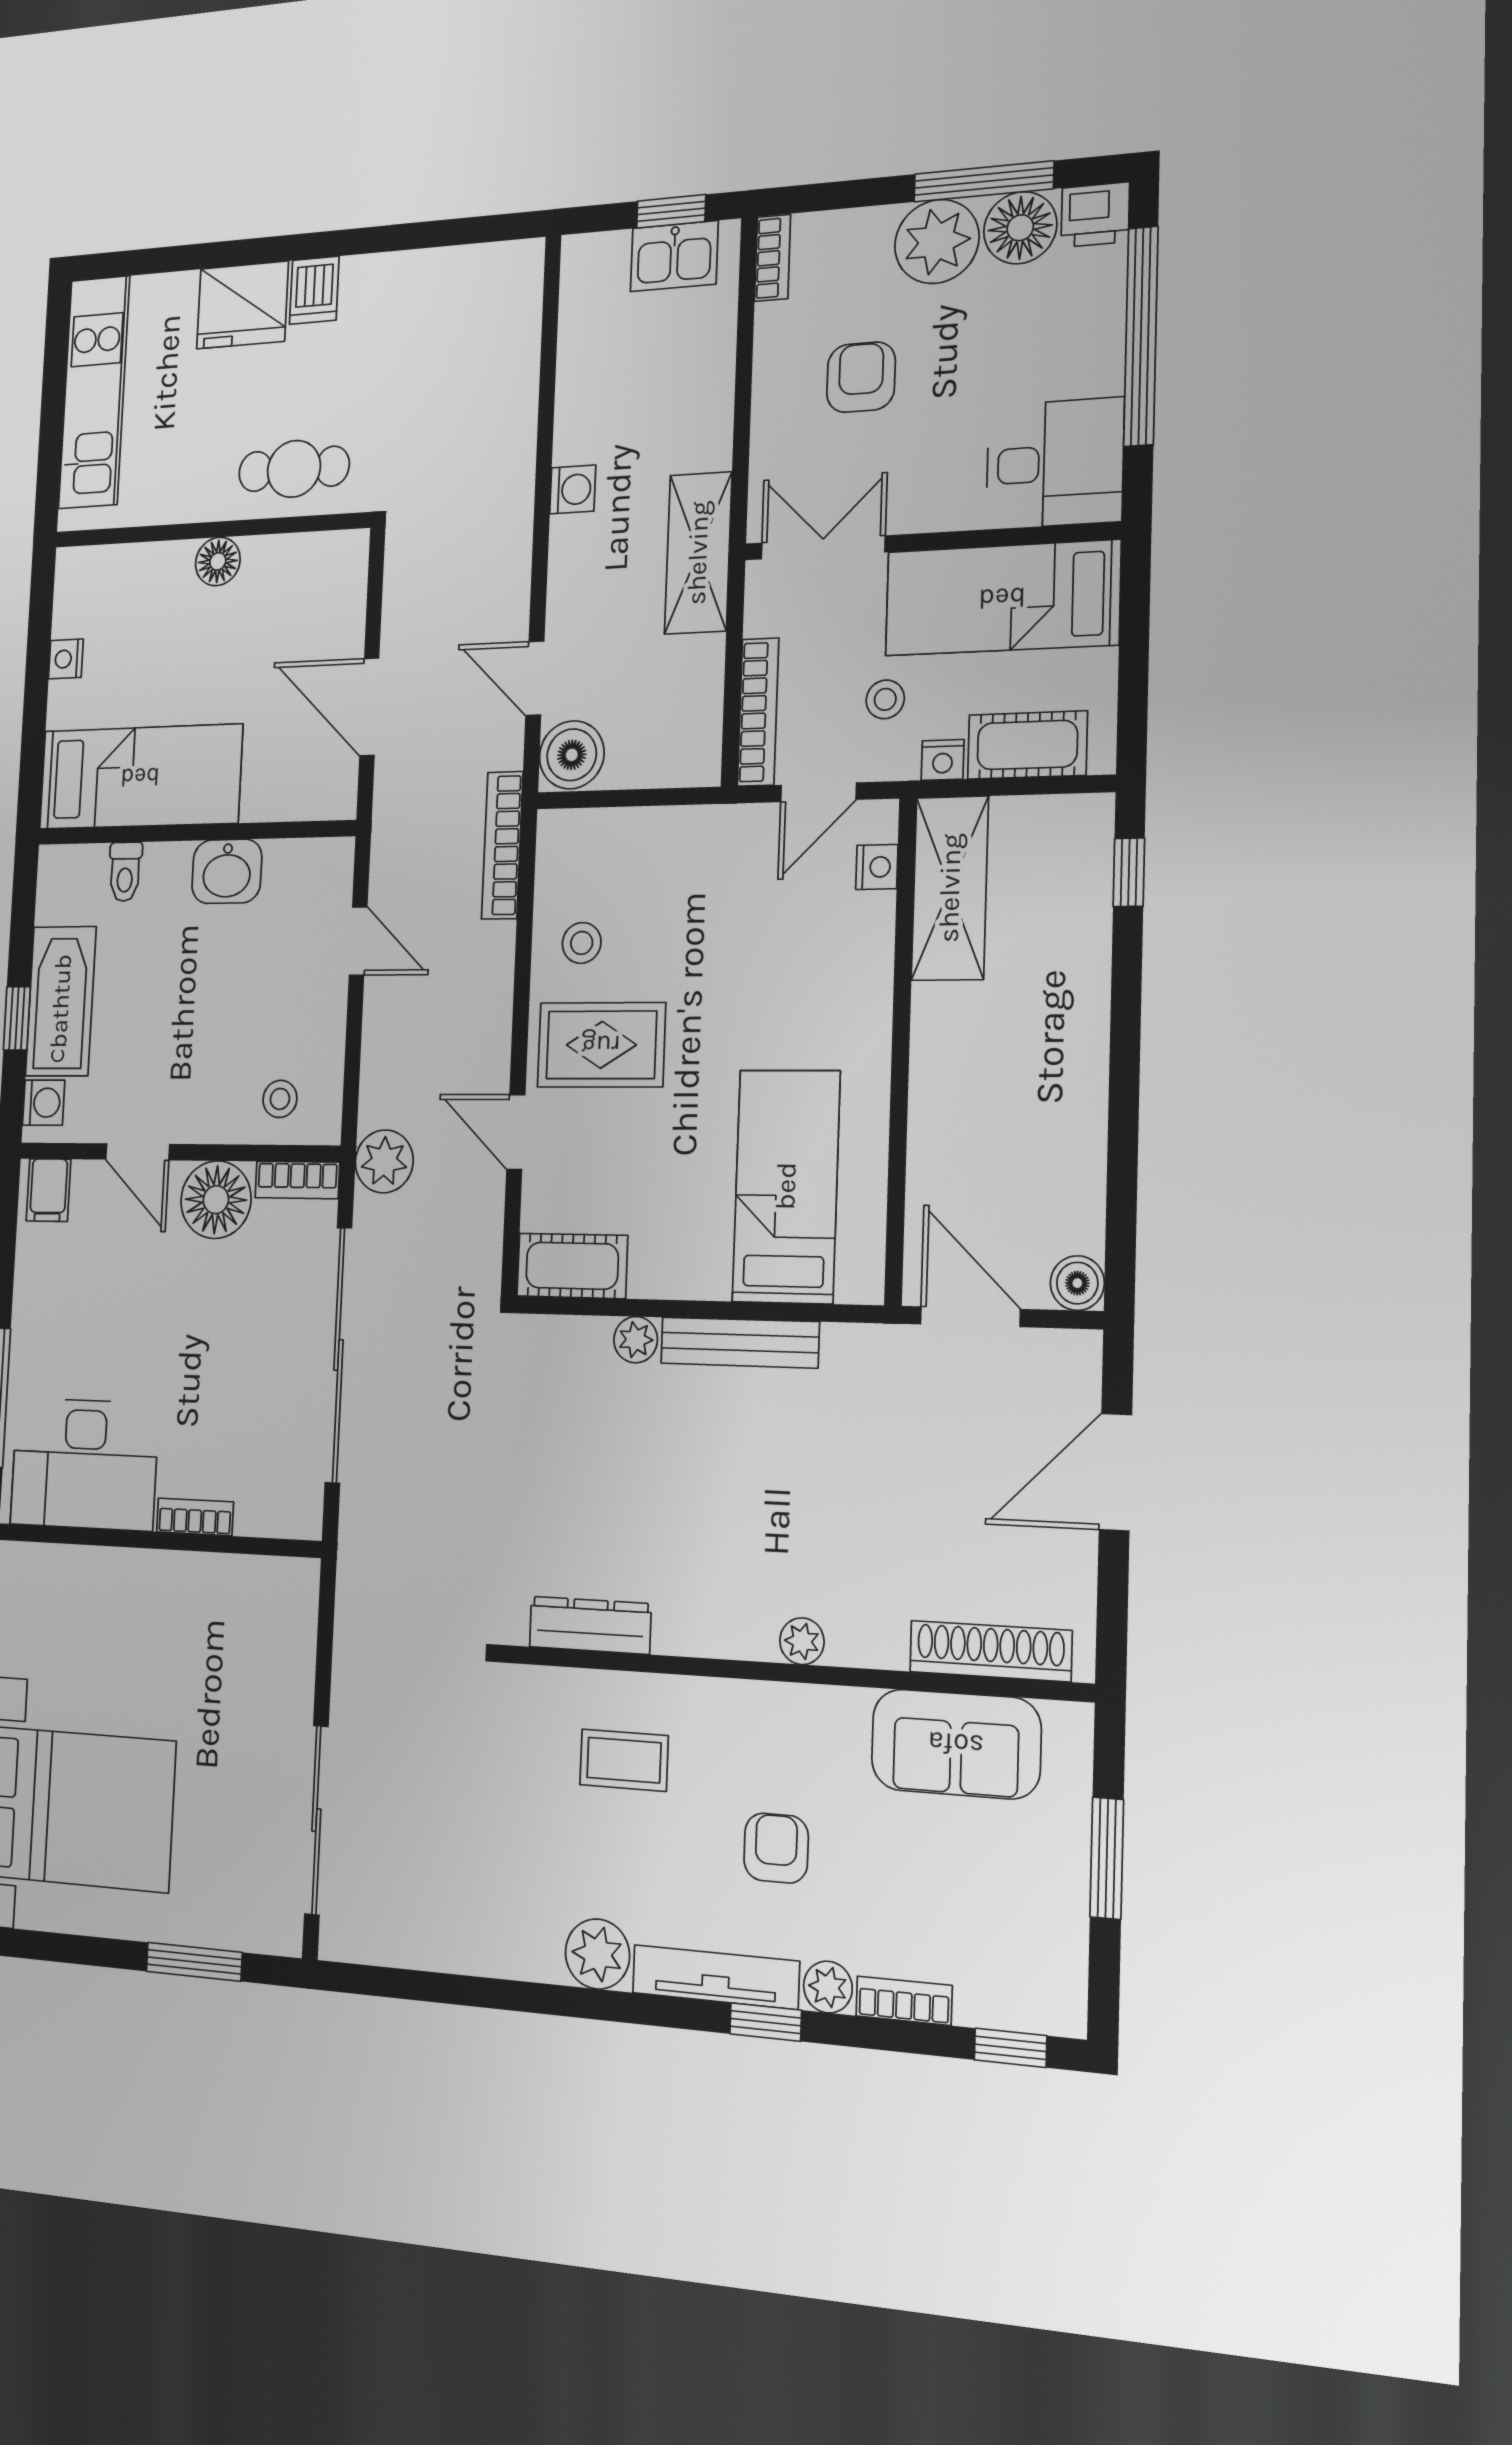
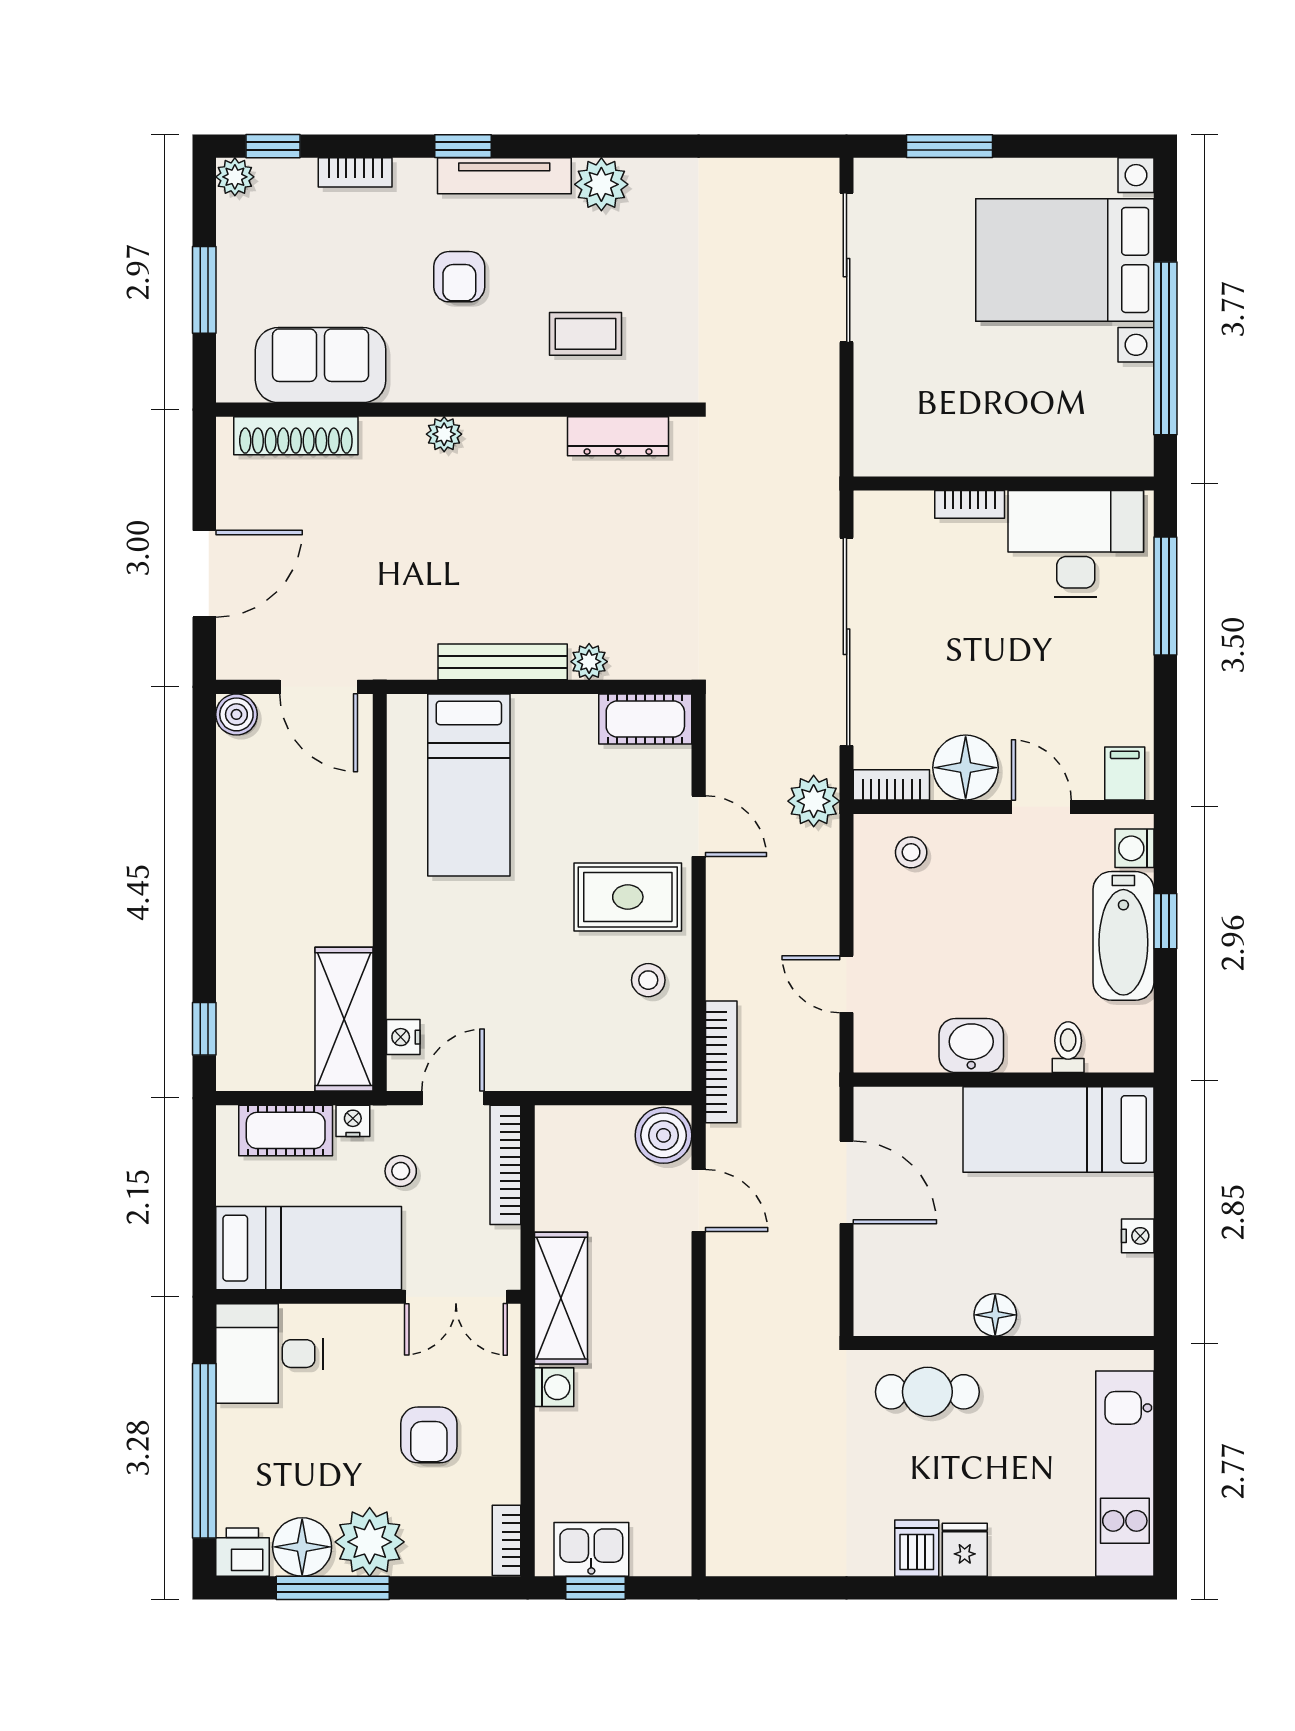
fridge: (242, 305) -> (965, 1550), width x0.53, depth x0.75
washing machine: (573, 490) -> (554, 1387), moved, turned 180
plant: (828, 1987) -> (235, 177), moved

